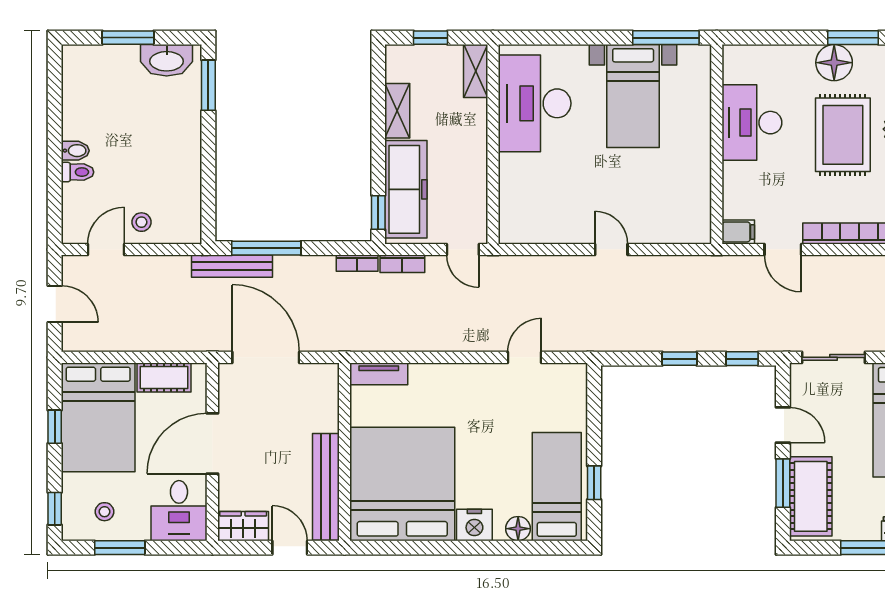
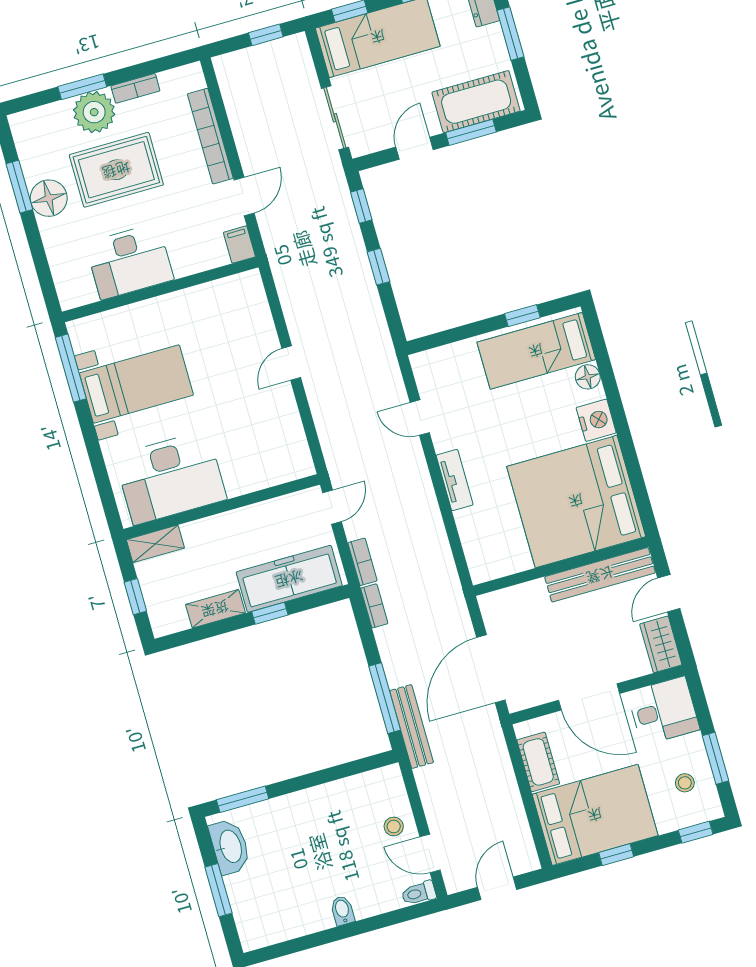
toilet: (77, 172) -> (419, 893), moved, turned -90
window: (378, 212) -> (270, 613), moved
tv unit: (379, 374) -> (455, 480), moved

